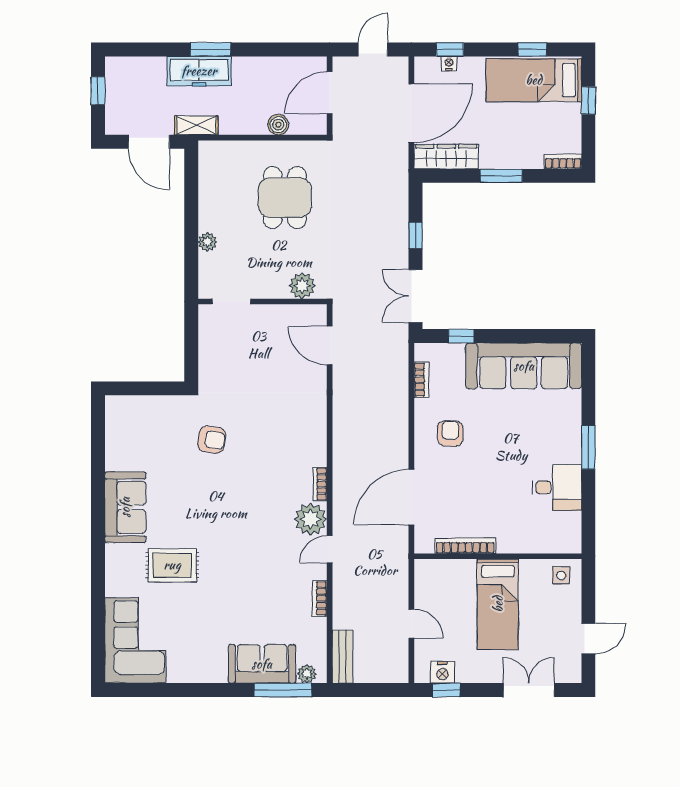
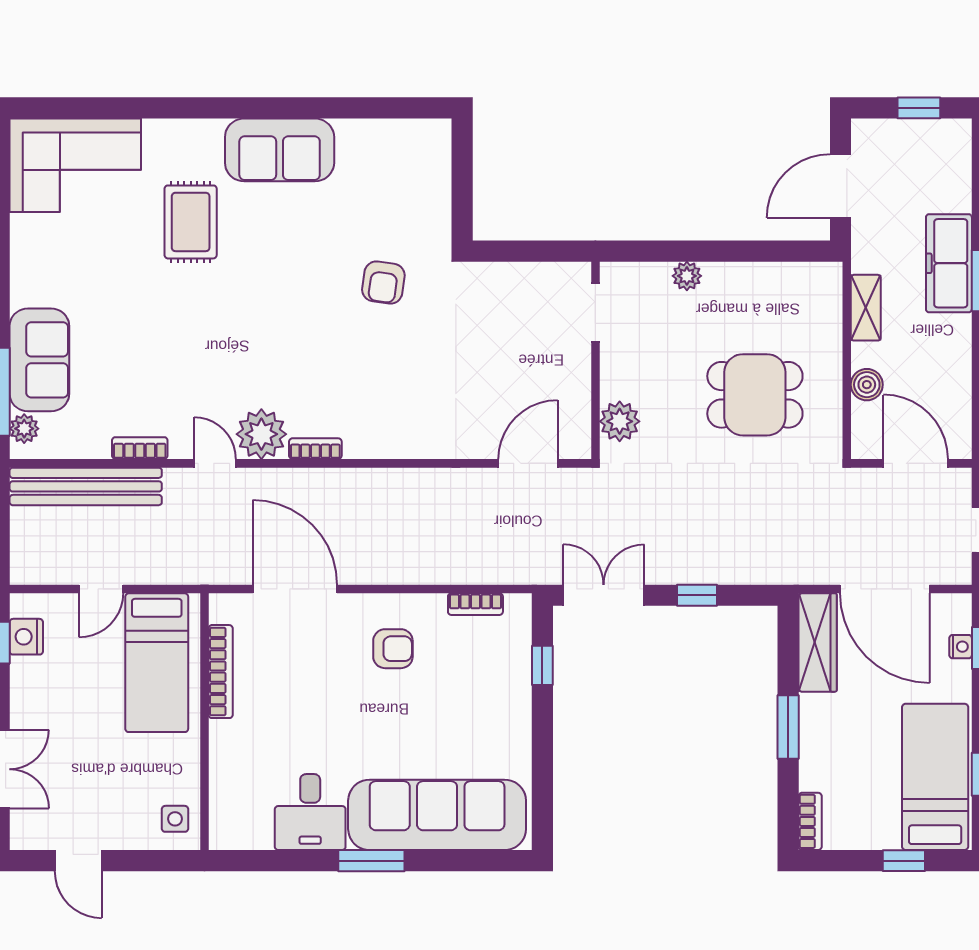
shelving: (196, 125) -> (866, 308), moved
sofa: (524, 366) -> (437, 815), moved, turned 90
bed: (498, 604) -> (157, 663), moved, turned -90
bench: (342, 657) -> (86, 486), width x1.86, depth x1.21

